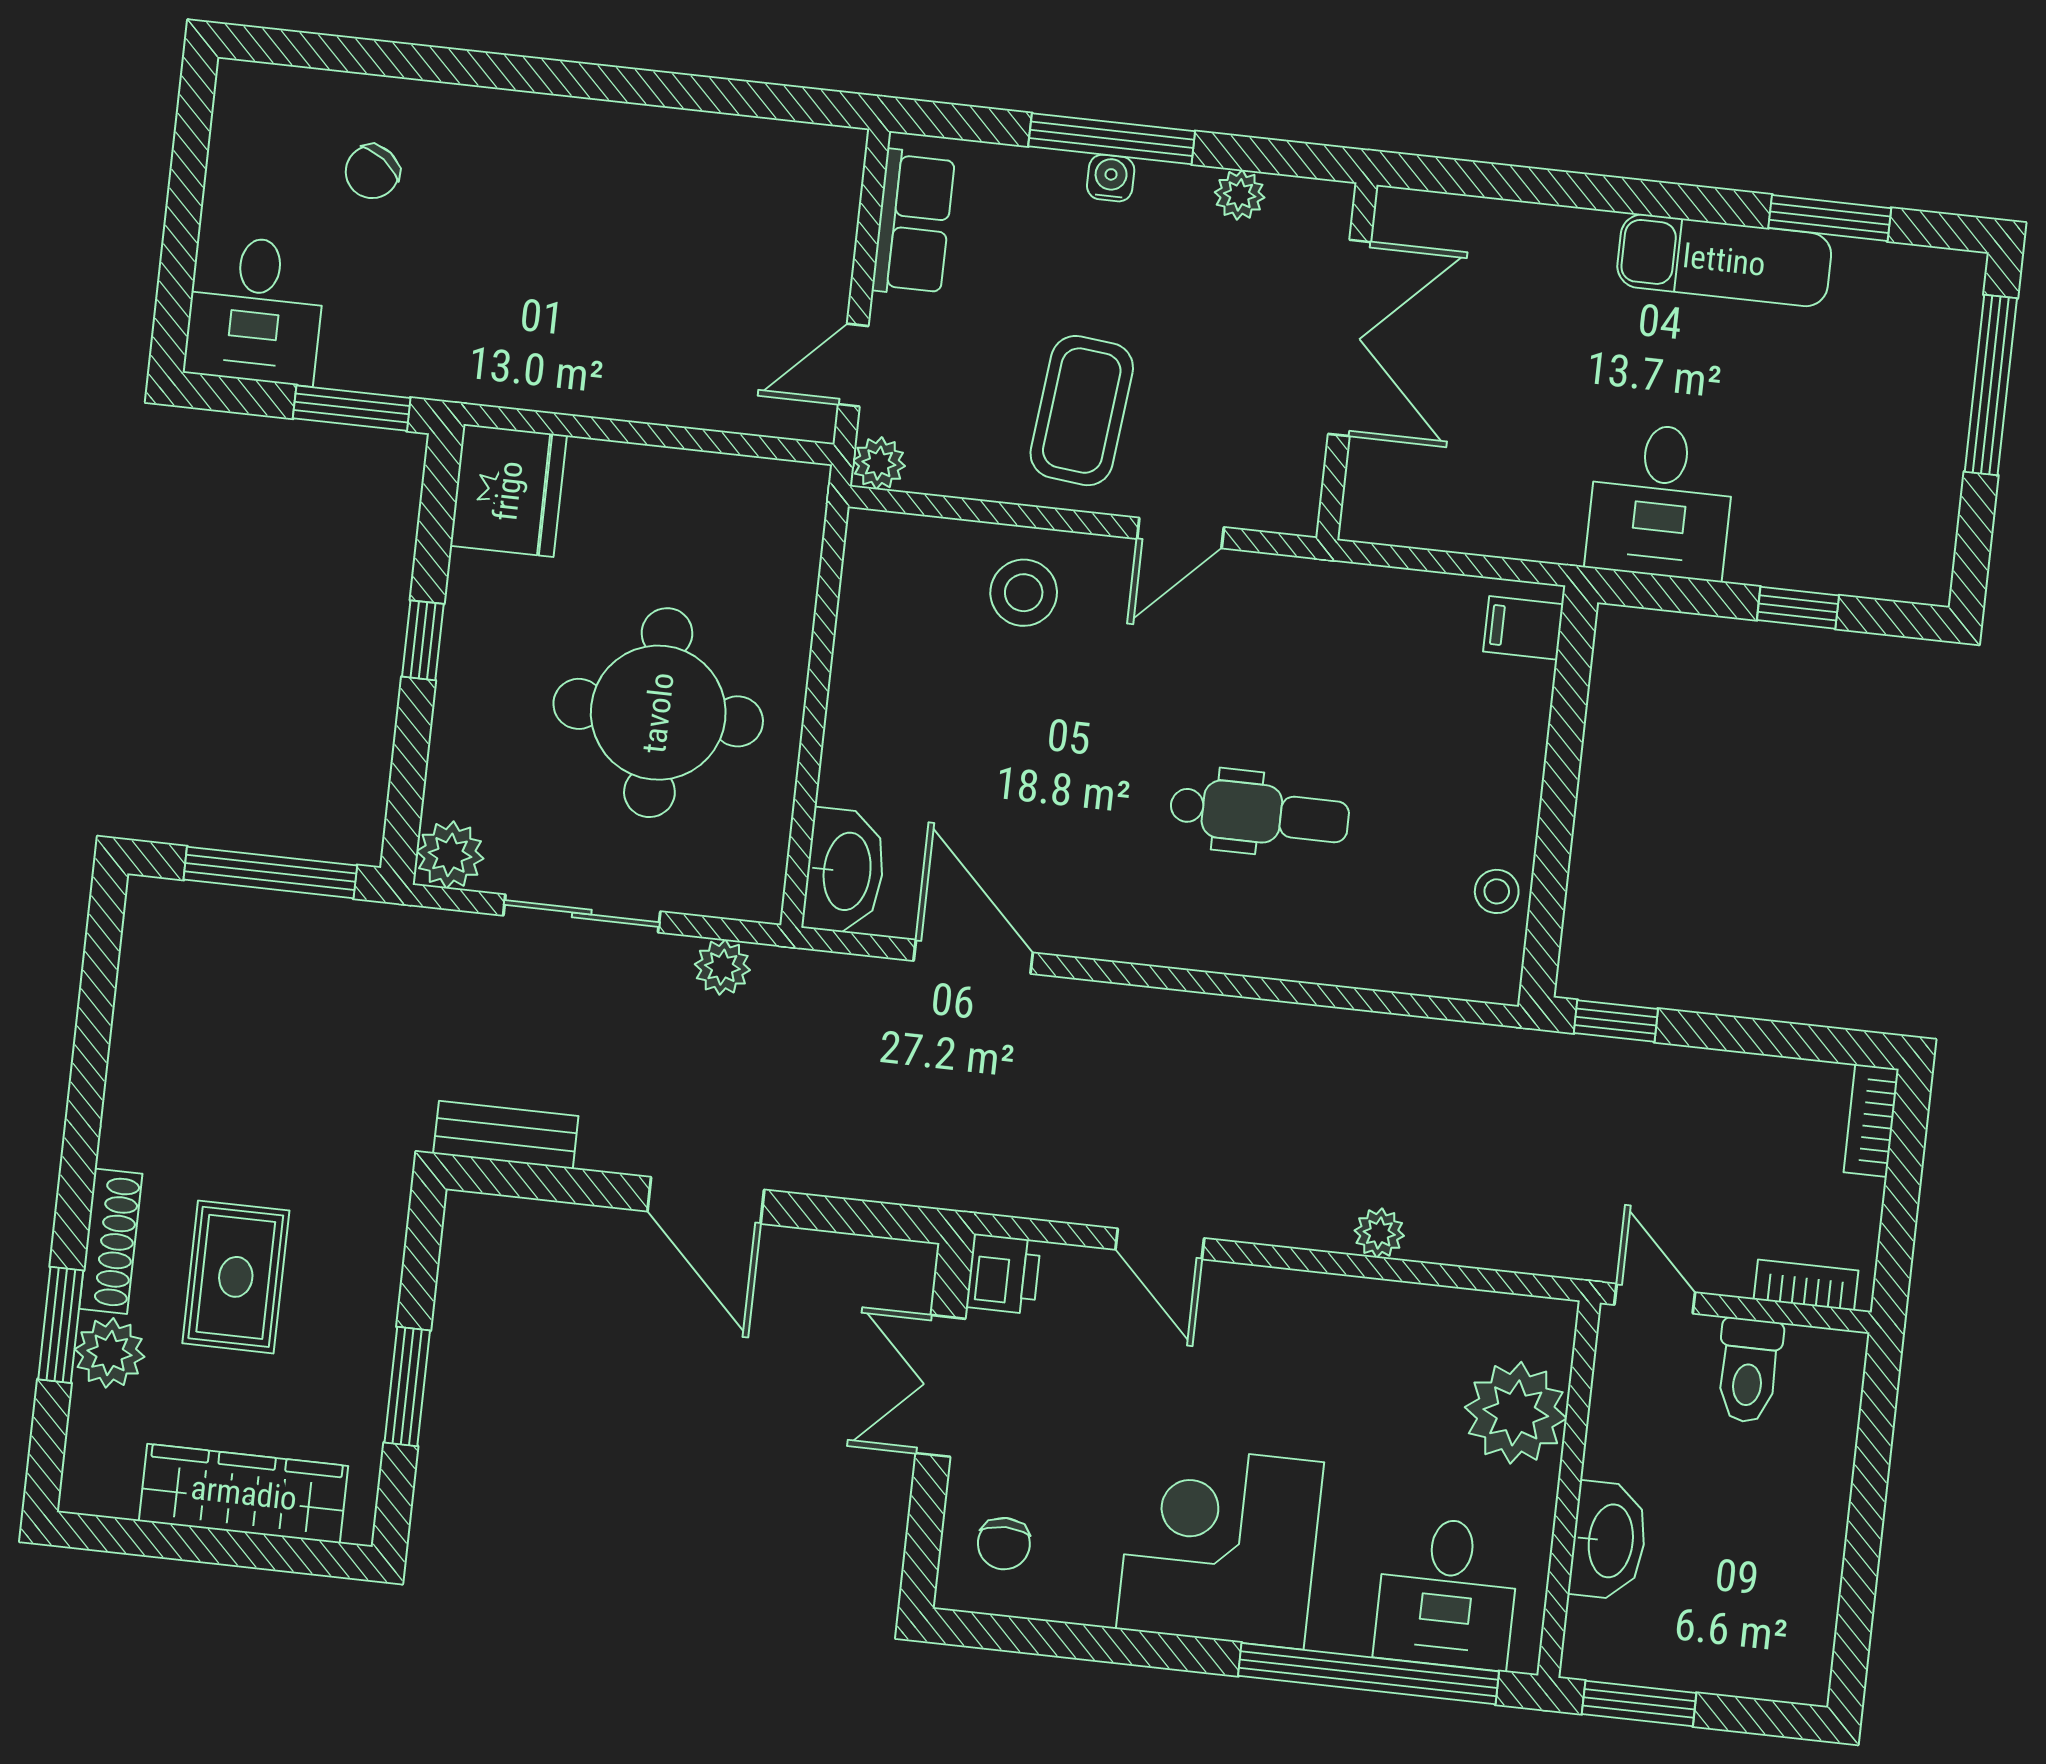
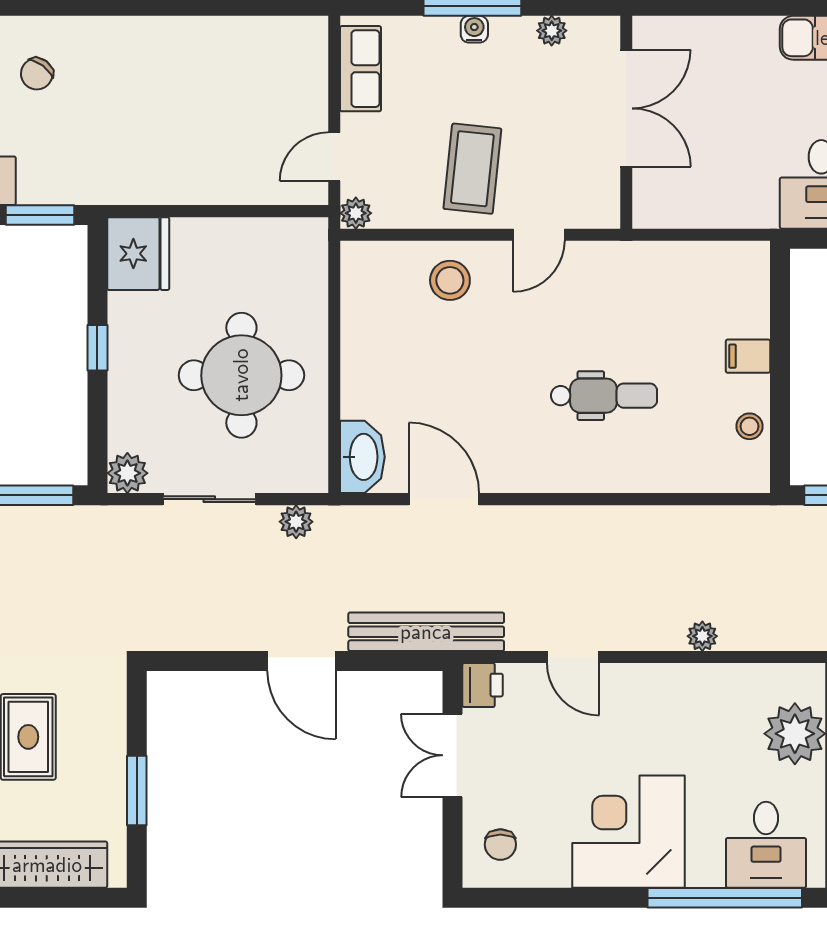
filing cabinet: (1523, 628) -> (748, 356), moved
bench: (506, 1135) -> (426, 632), moved, width x1.86, depth x1.21

